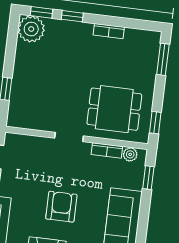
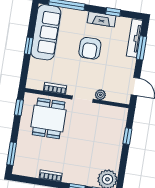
dining table: (114, 109) -> (49, 118), turned 90
plant: (130, 154) -> (100, 95), moved
window: (148, 178) -> (29, 46), moved

